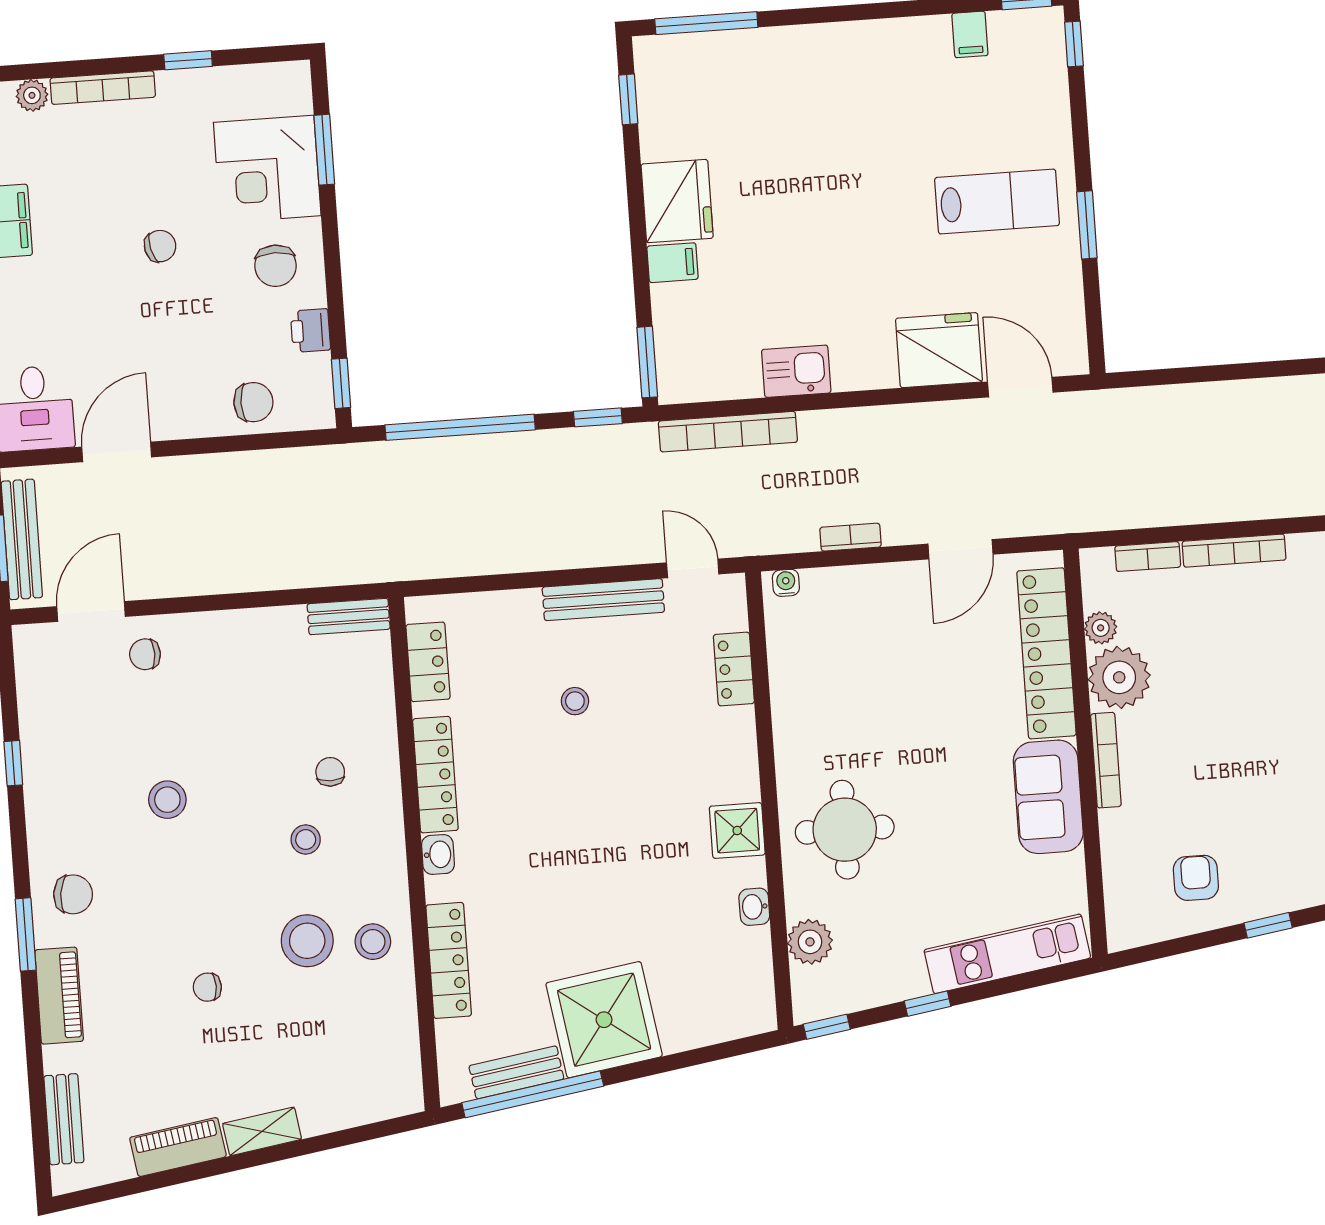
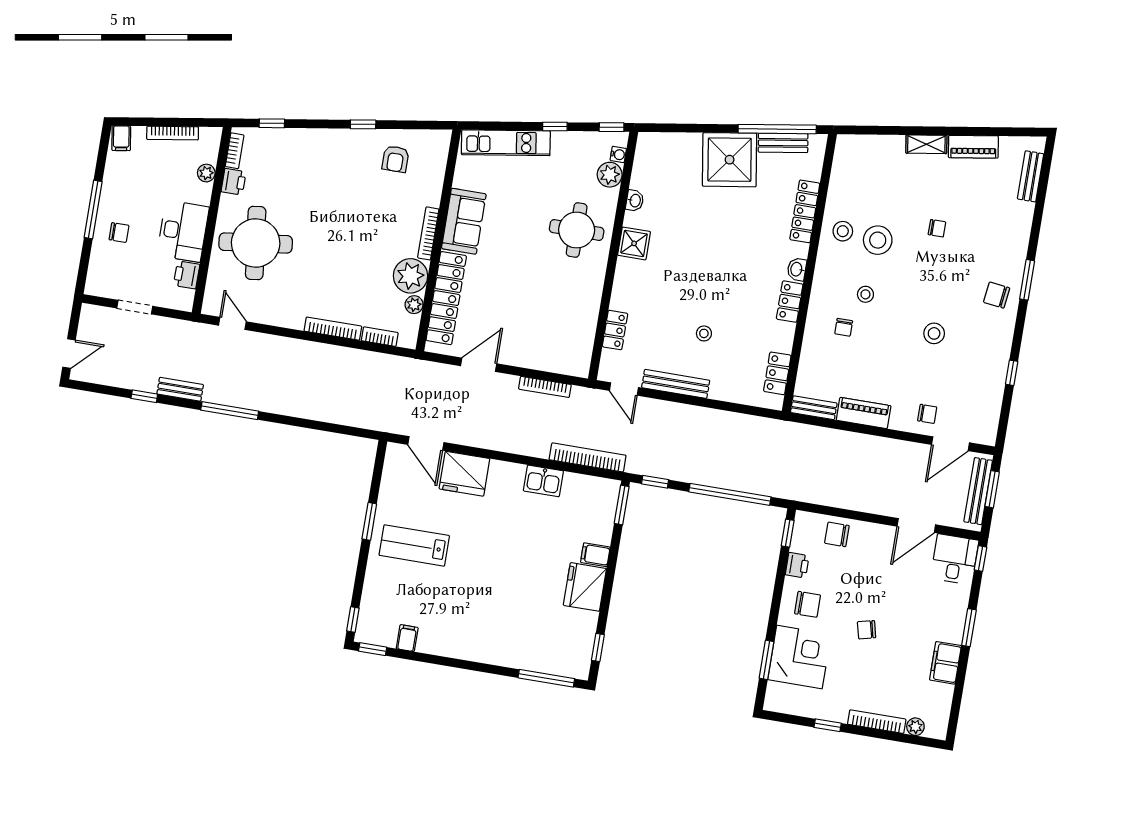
chair: (276, 266) -> (807, 604), turned 90
bookcase: (850, 537) -> (545, 387), width x1.56
water cooler: (786, 583) -> (618, 154), moved, turned -90
locker: (435, 775) -> (790, 302), width x0.66
piano: (59, 996) -> (864, 413), moved, turned 90

